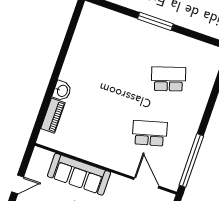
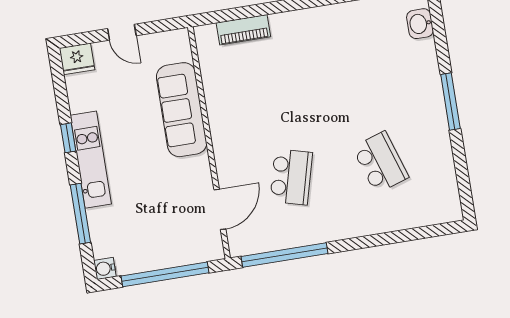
washbasin: (62, 91) -> (420, 24), moved, turned 90
school desk: (150, 133) -> (291, 177), turned 30

